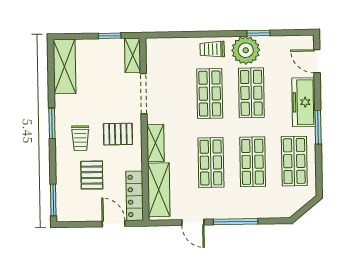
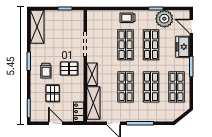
plant: (246, 50) -> (164, 19), moved
shelving: (133, 55) -> (79, 21), removed
freezer: (304, 102) -> (183, 47), width x0.71
locker: (135, 196) -> (79, 112), width x0.66
door: (114, 224) -> (55, 123), moved

